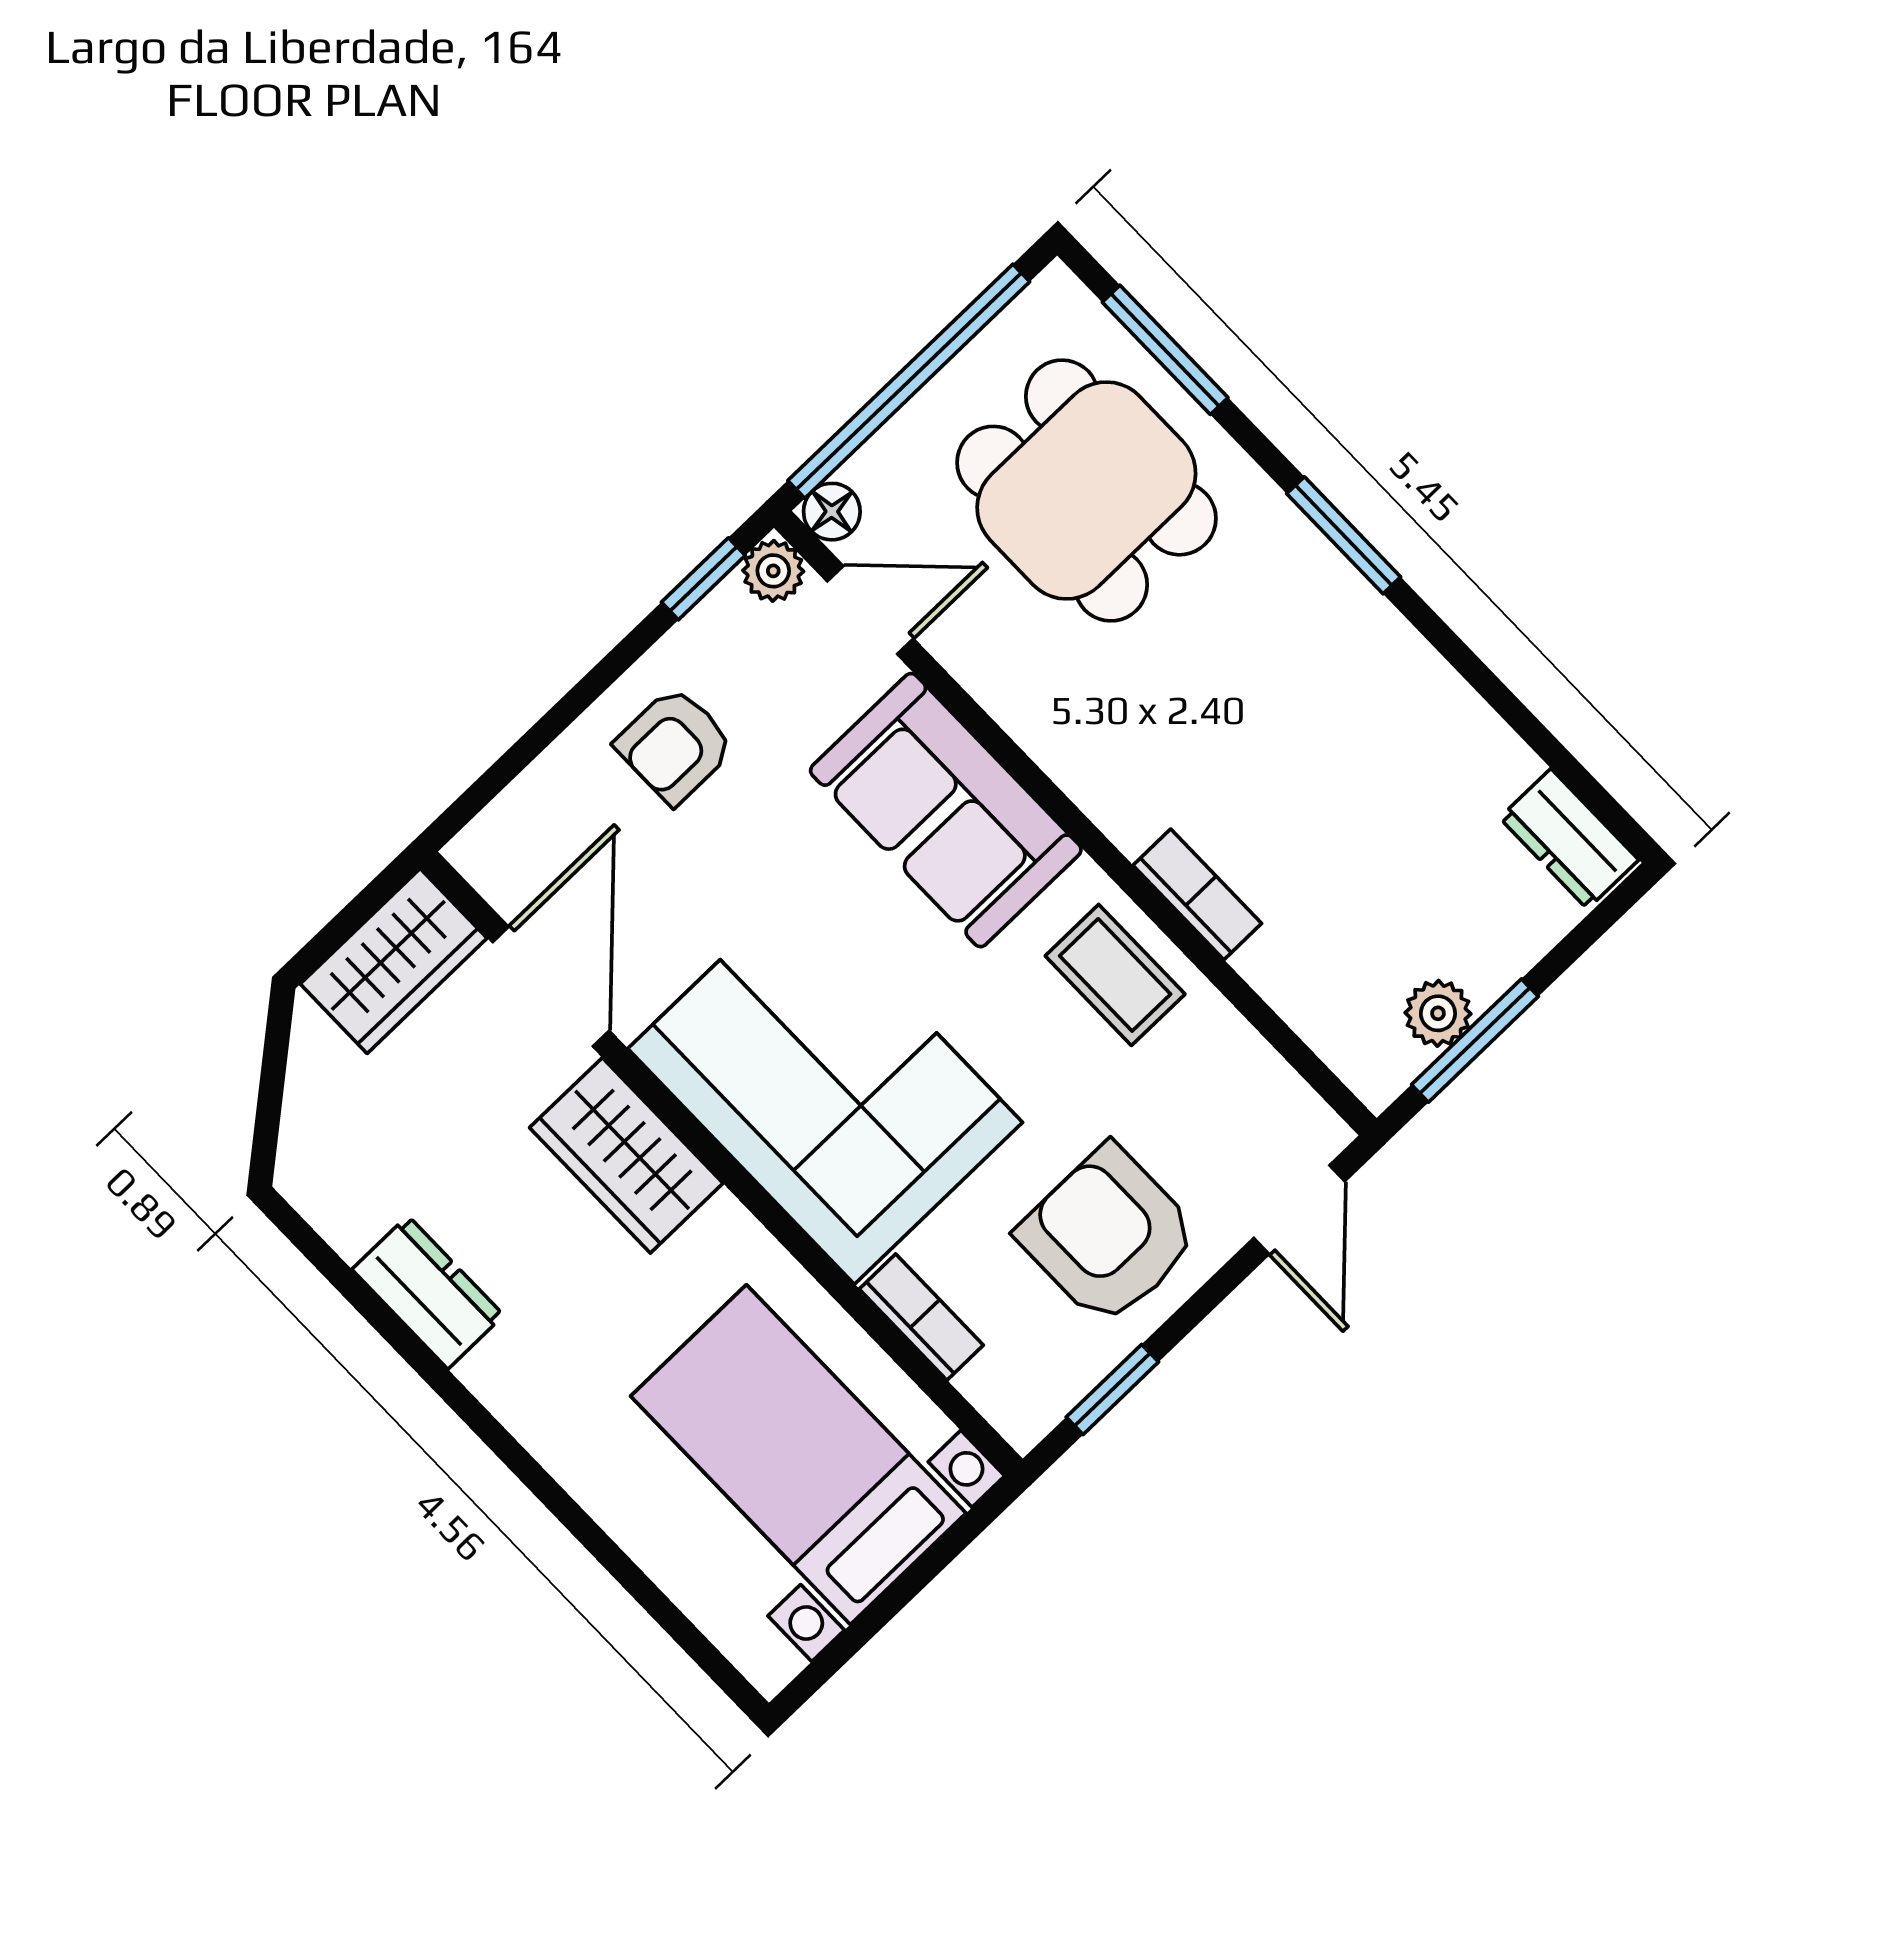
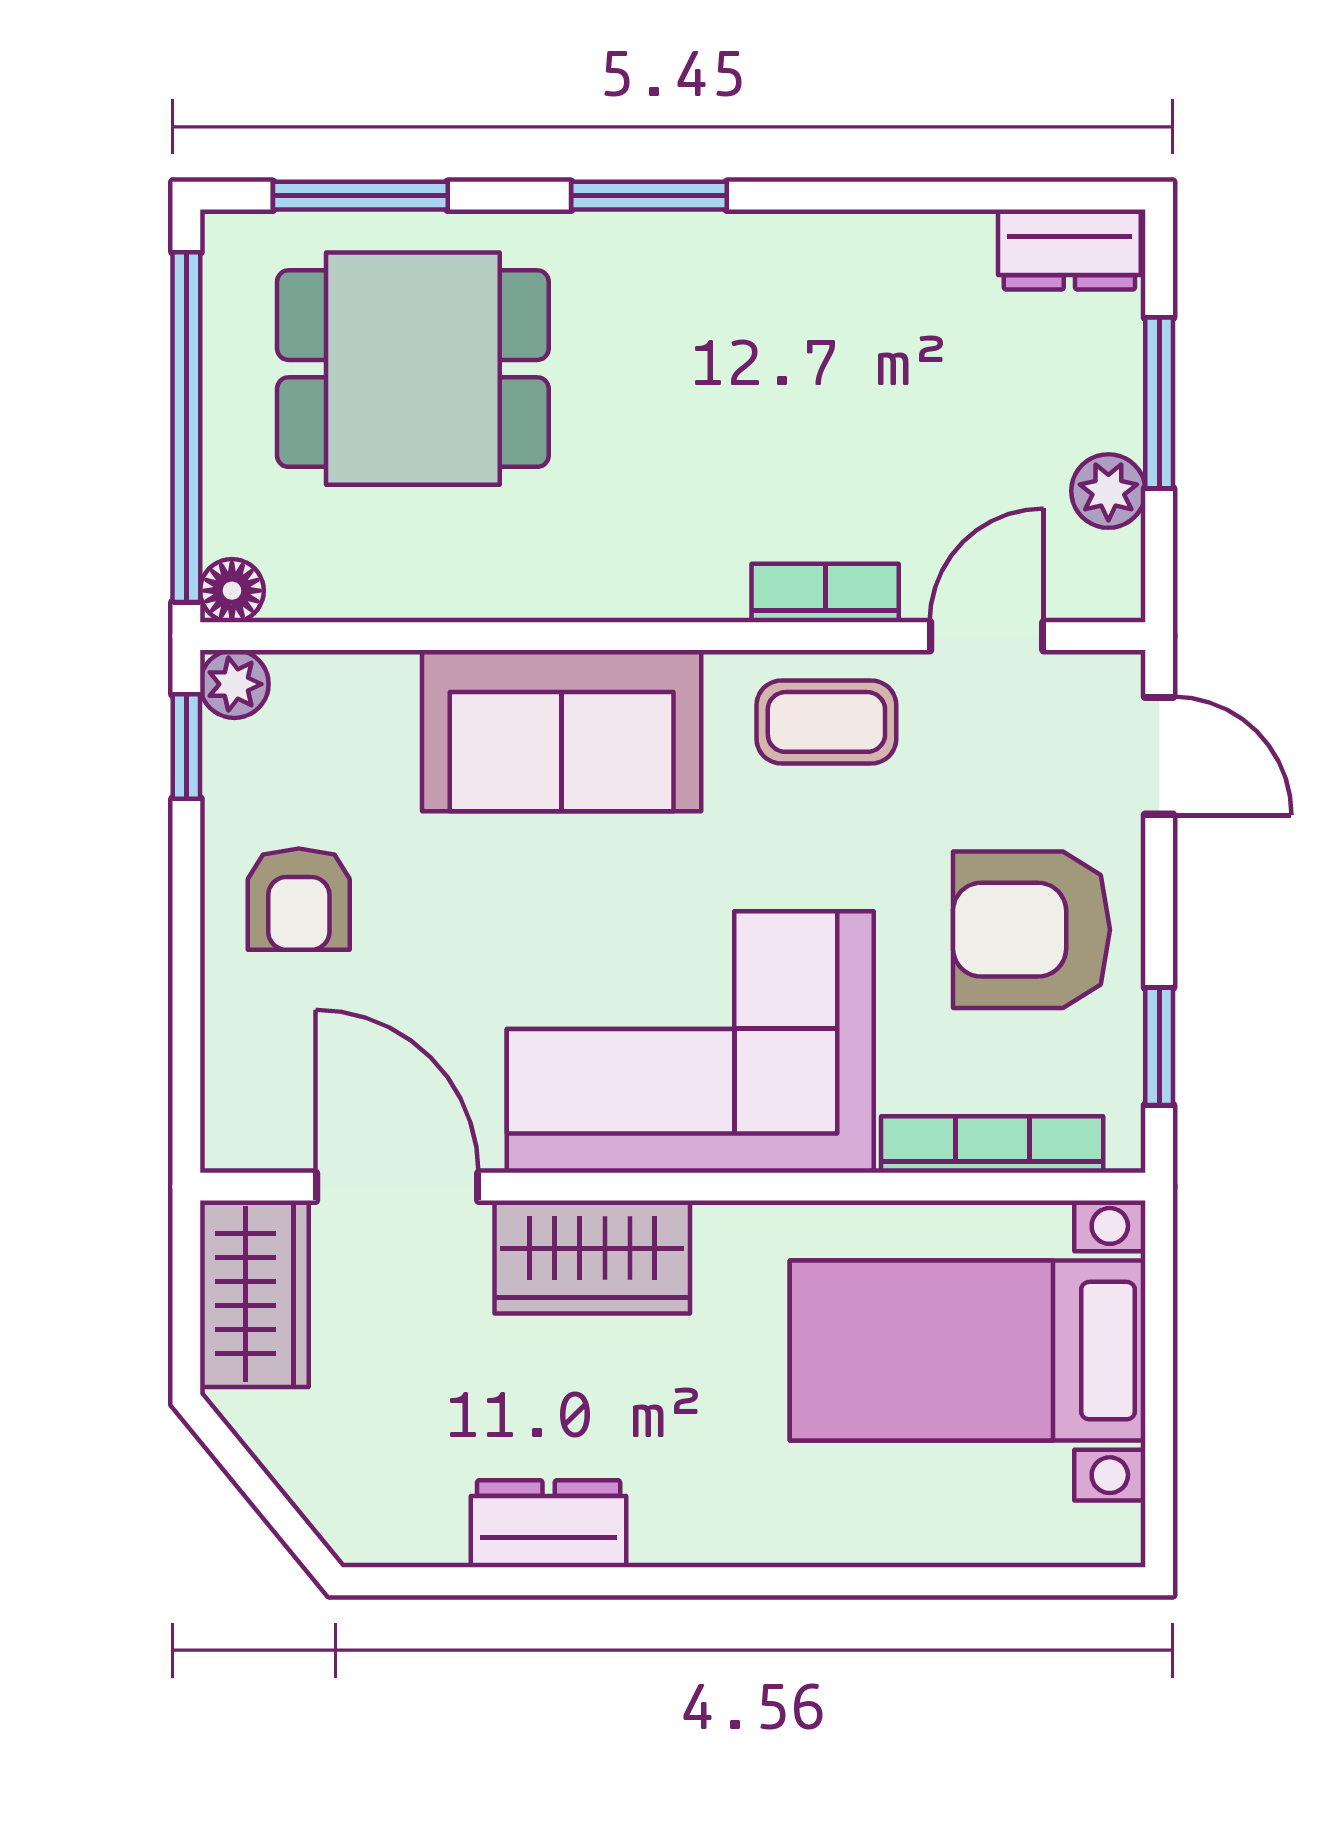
door: (870, 610) -> (987, 636), moved
window: (1475, 1041) -> (1159, 403), moved
bookcase: (921, 1317) -> (992, 1144), width x1.56

